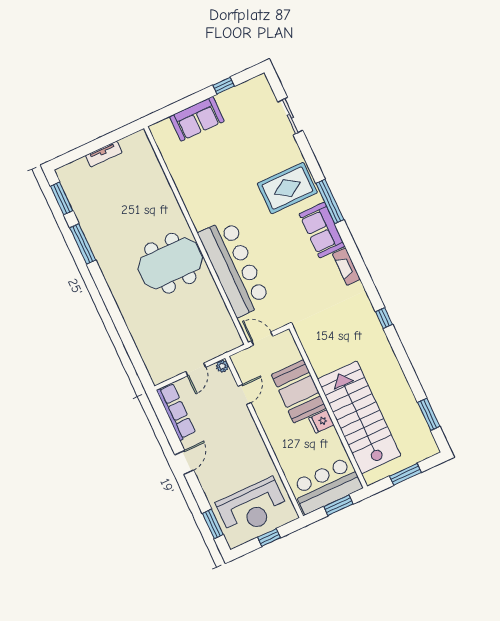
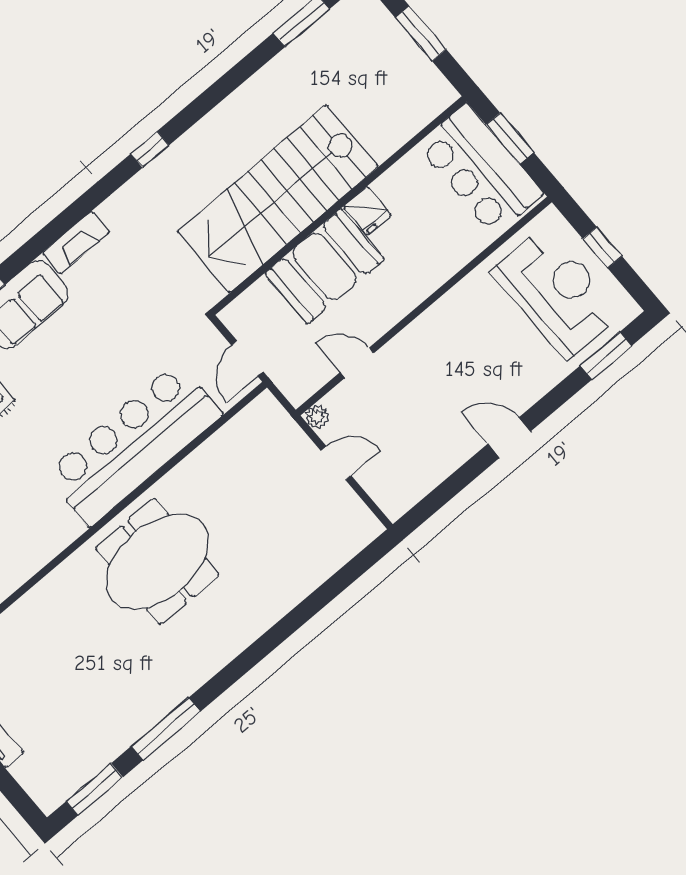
meeting table: (170, 263) -> (157, 562), turned 90
row of seats: (176, 412) -> (422, 478), removed
stairs: (359, 417) -> (278, 199), moved

